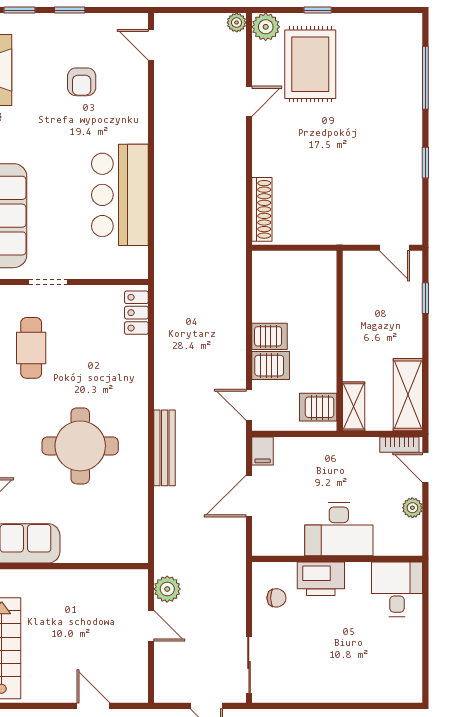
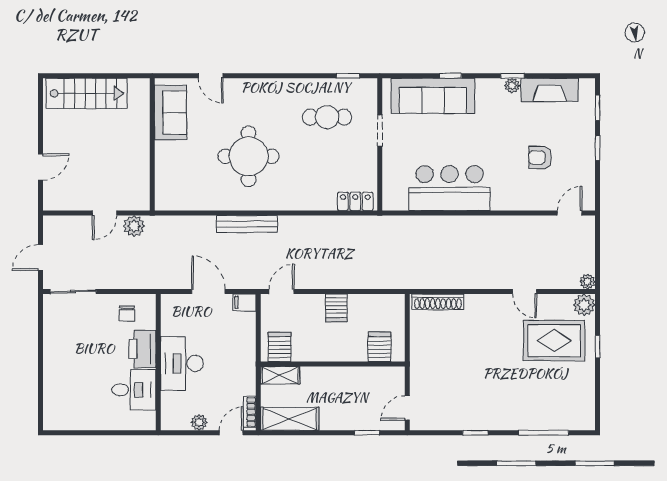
server rack: (271, 366) -> (380, 347), moved, turned 180
desk: (397, 589) -> (134, 390), moved

